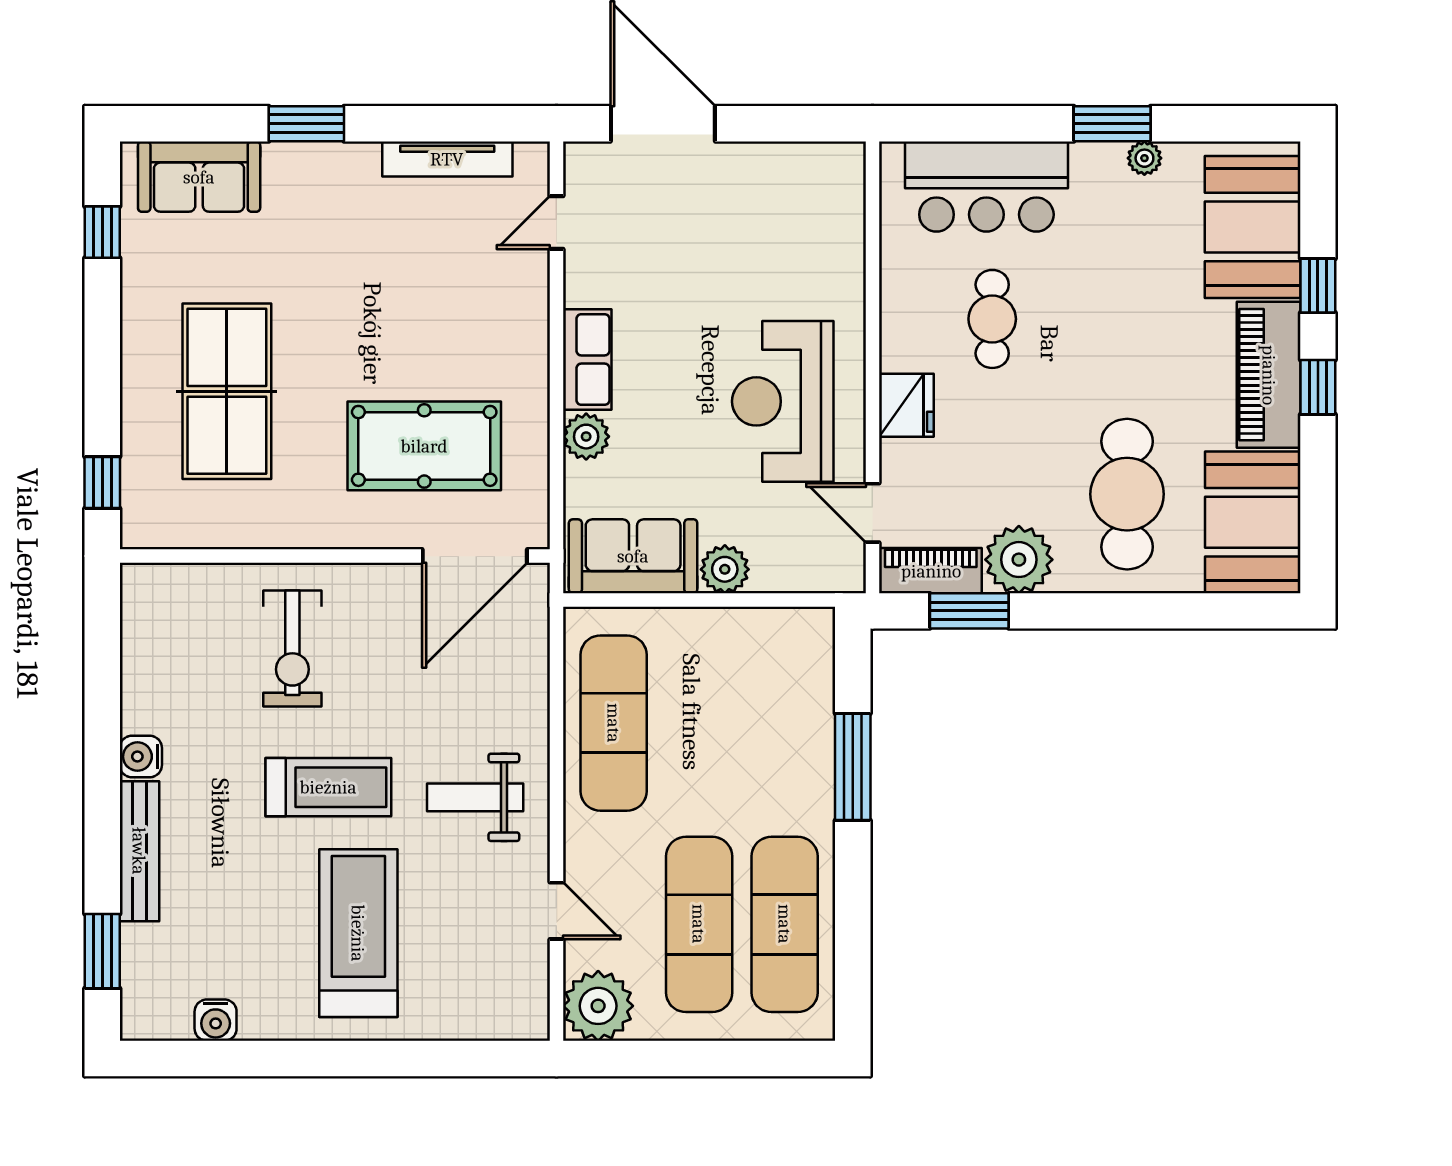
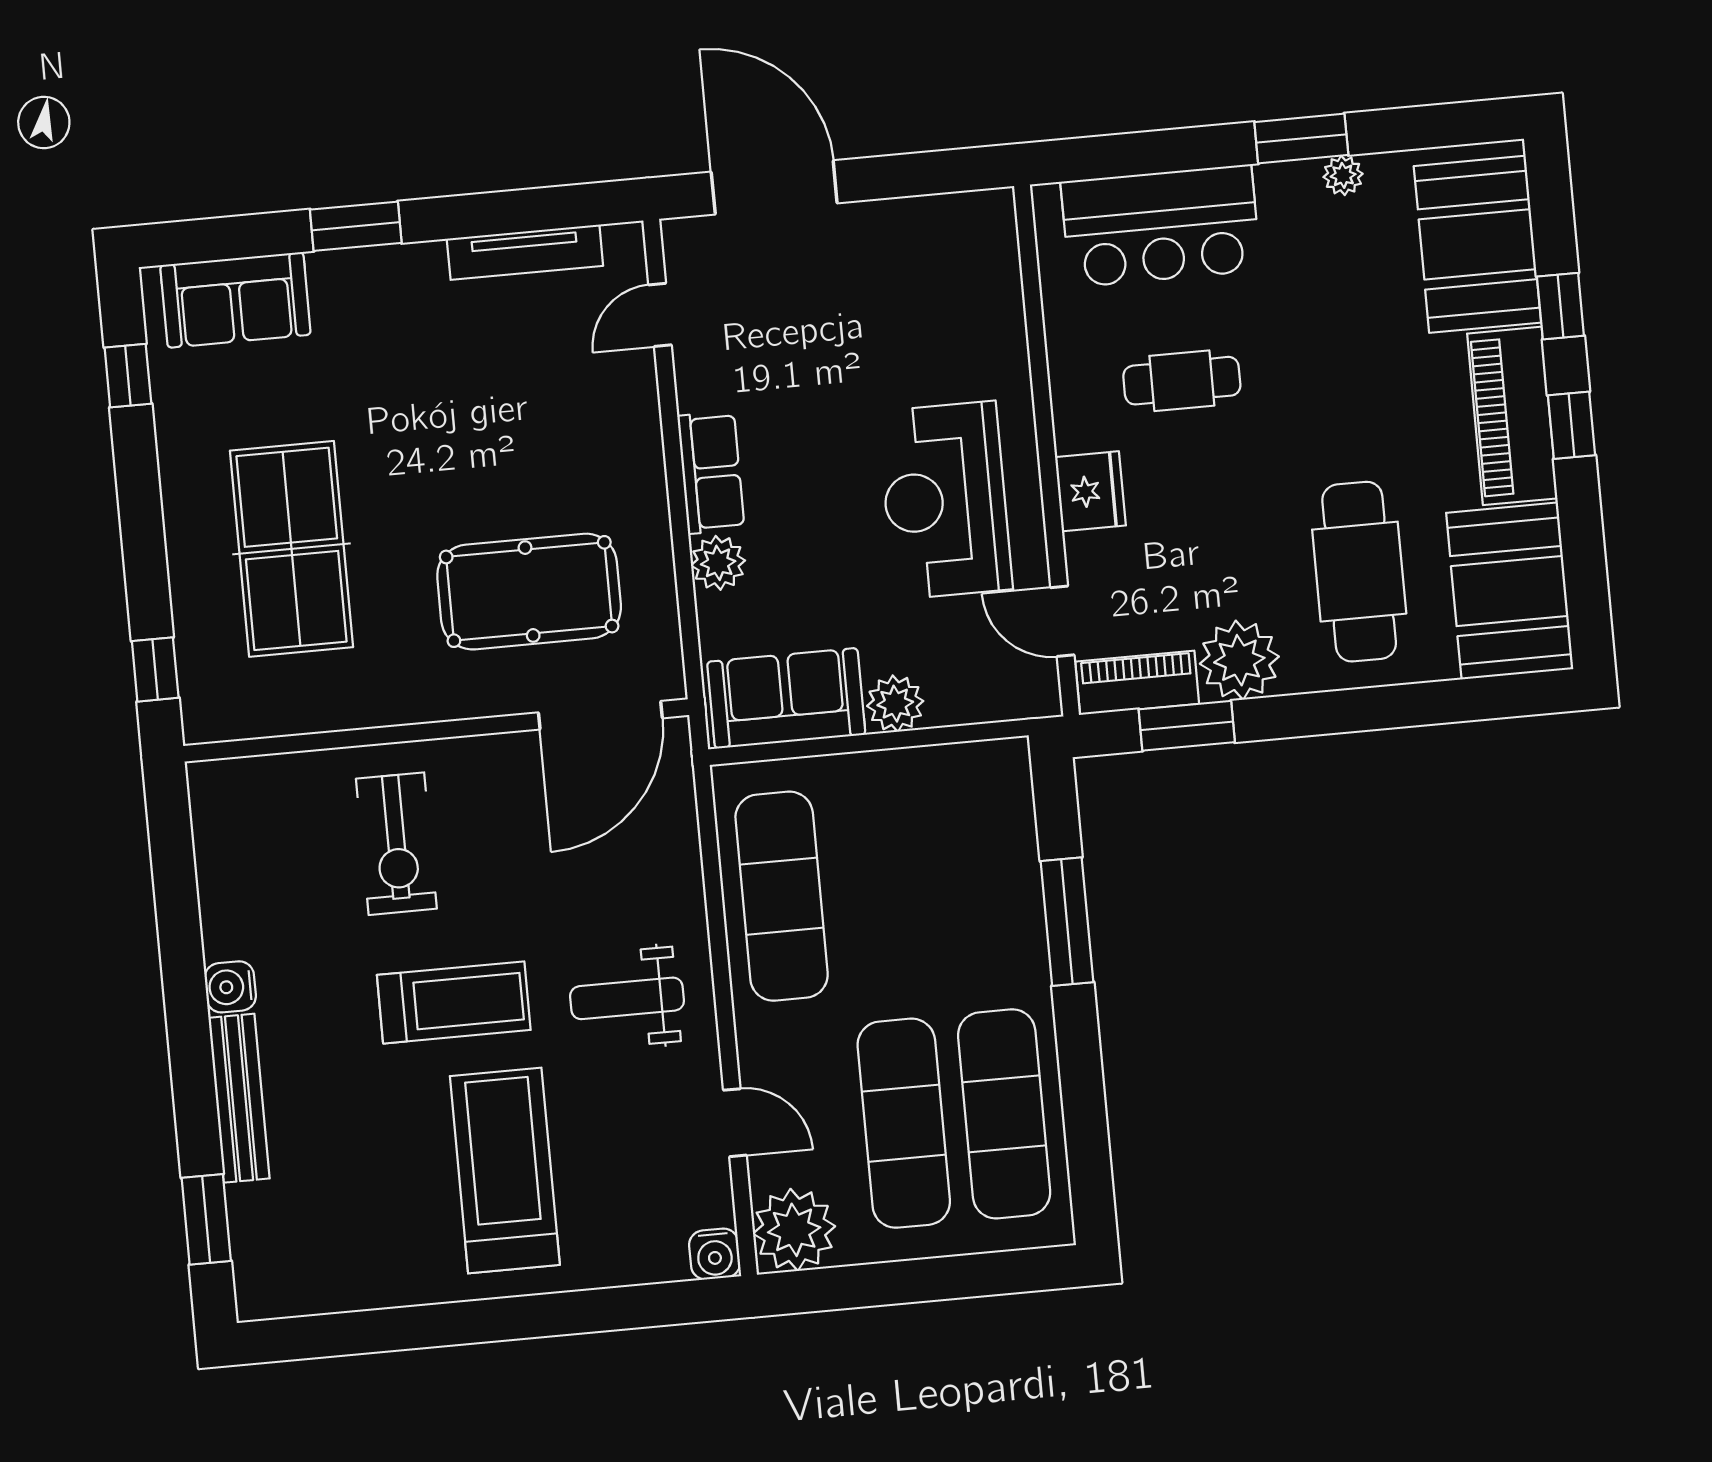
cafe table: (992, 319) -> (1182, 381), turned 90
water cooler: (216, 1020) -> (715, 1254), moved

